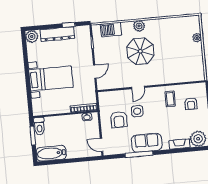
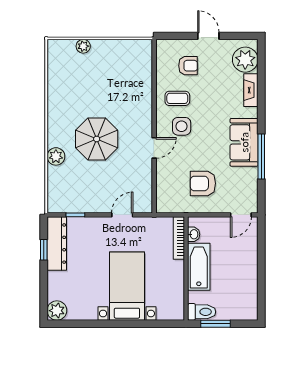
plant: (139, 26) -> (56, 156), moved
barbecue: (111, 30) -> (58, 183), removed
dresser: (57, 34) -> (57, 244), moved
door: (95, 71) -> (122, 215), hinge flipped
door: (138, 87) -> (154, 148), hinge flipped
side table: (137, 111) -> (182, 126), moved
armchair: (119, 120) -> (203, 183), turned 180
bathtub: (51, 153) -> (199, 267), moved, turned 180

